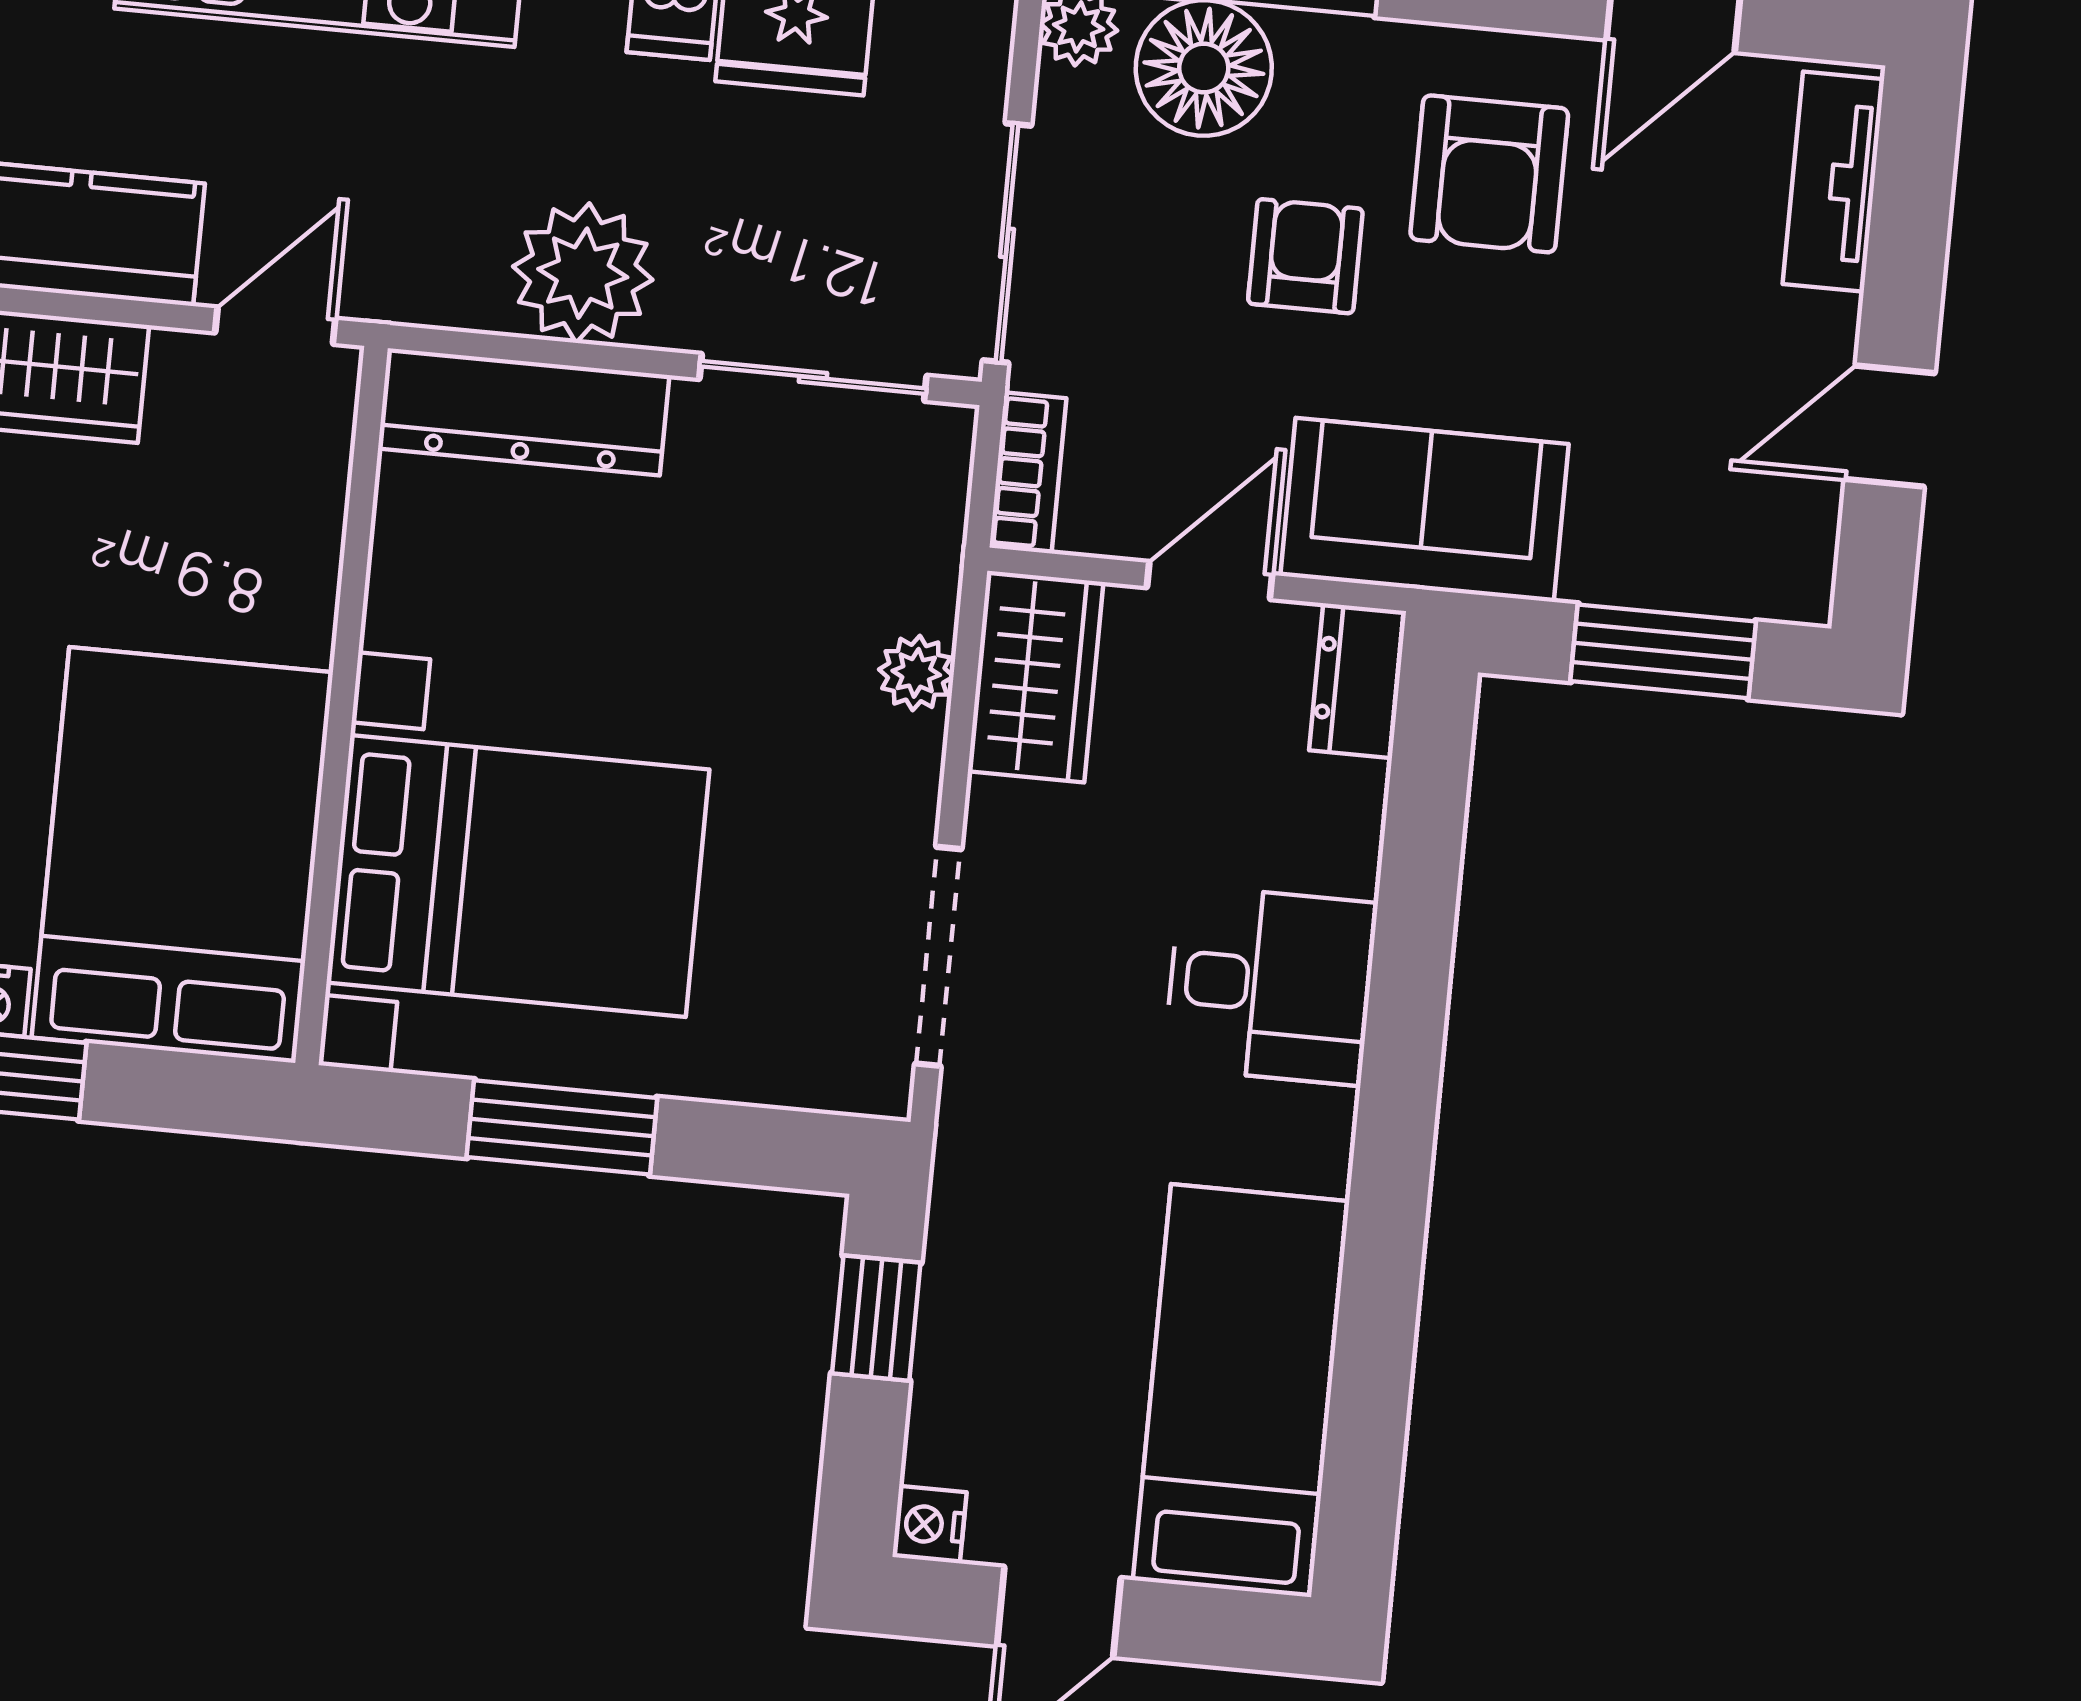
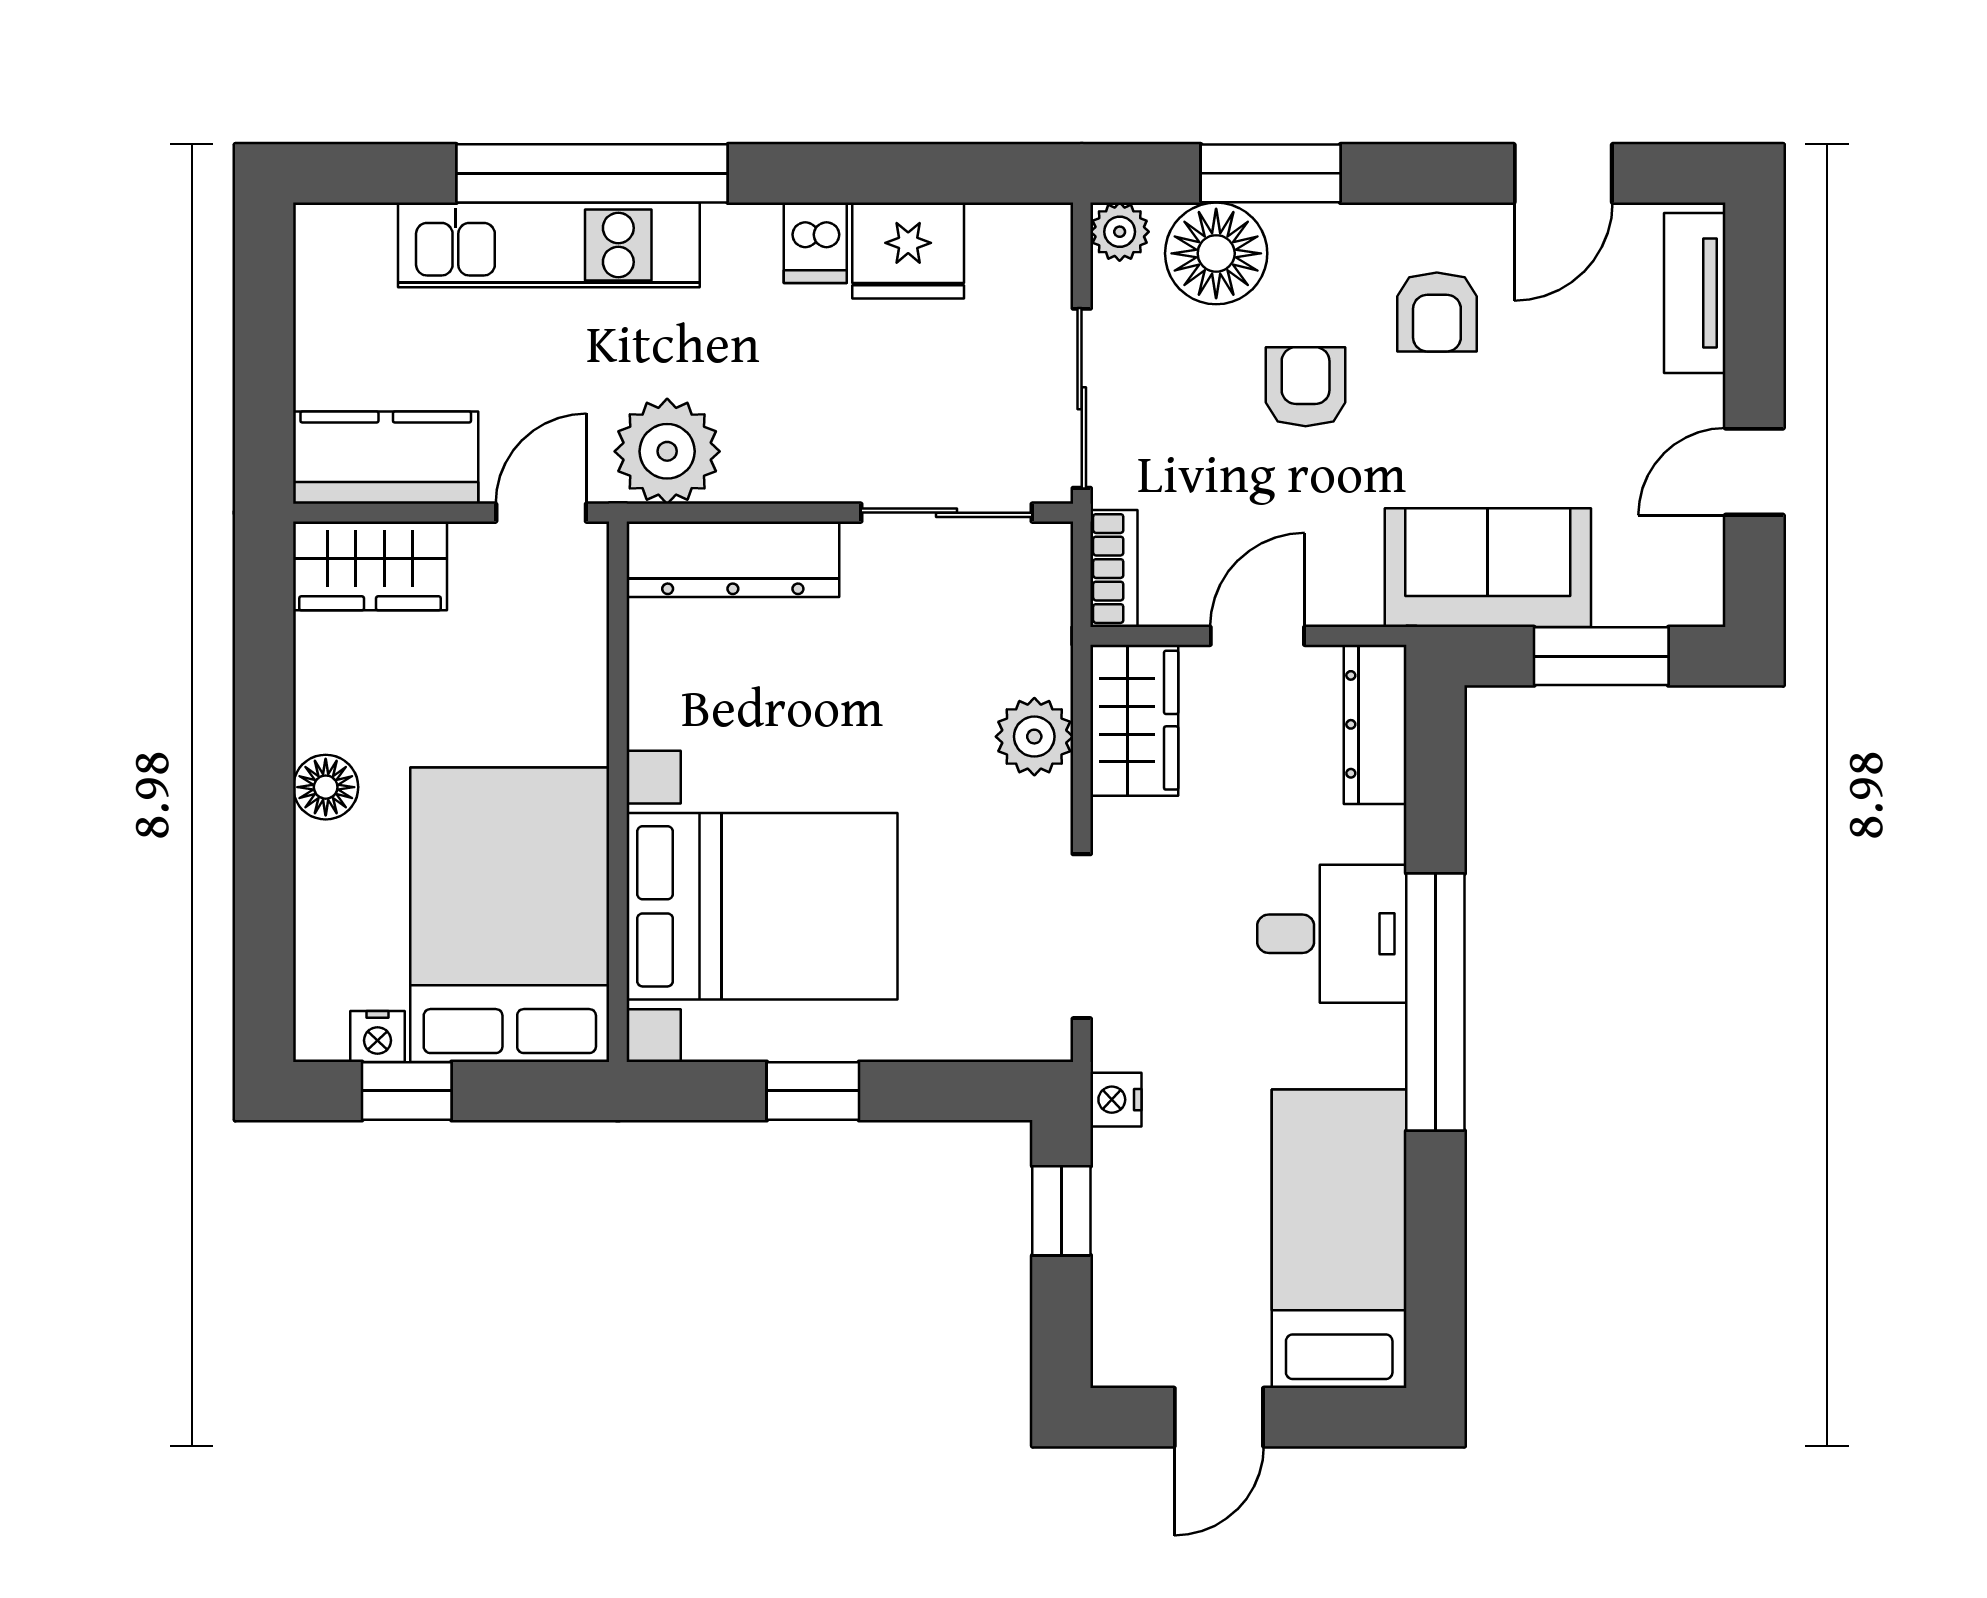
armchair: (1489, 174) -> (1437, 312), width x0.72, depth x0.72
plant: (583, 273) -> (667, 451), moved
sofa: (1425, 510) -> (1488, 568), moved
plant: (916, 673) -> (1034, 737), width x1.38, depth x1.38
dresser: (1358, 681) -> (1375, 724), width x1.44
window: (1399, 1089) -> (1435, 1002), added
window: (562, 1127) -> (813, 1091), width x0.67
nightstand: (929, 1525) -> (1116, 1100), moved

